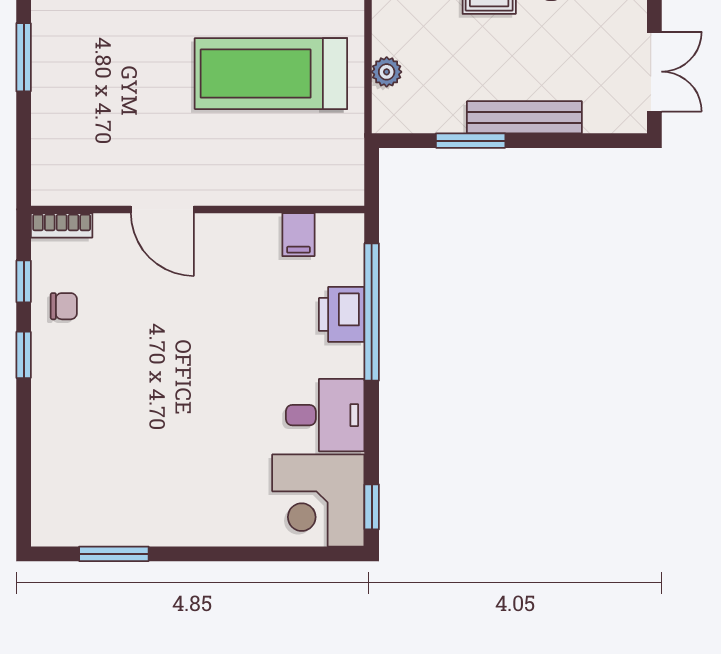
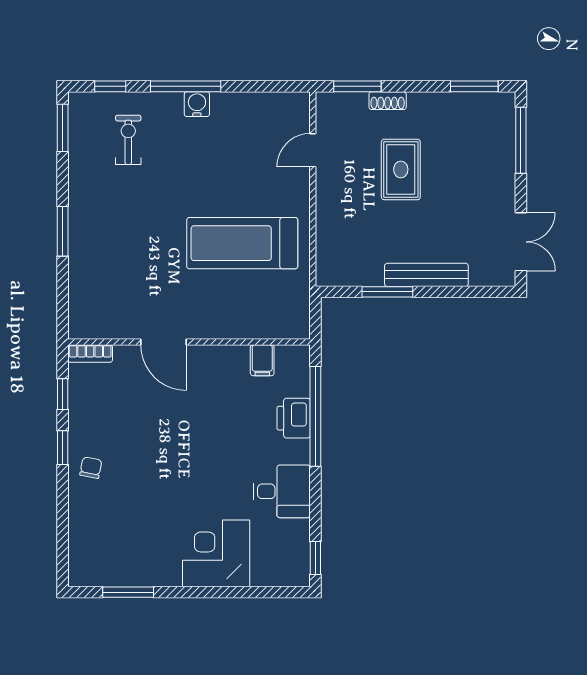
plant: (387, 72) -> (326, 242), removed
chair: (64, 306) -> (91, 468), moved, turned -79
corner desk: (318, 501) -> (216, 553), moved, turned 90

